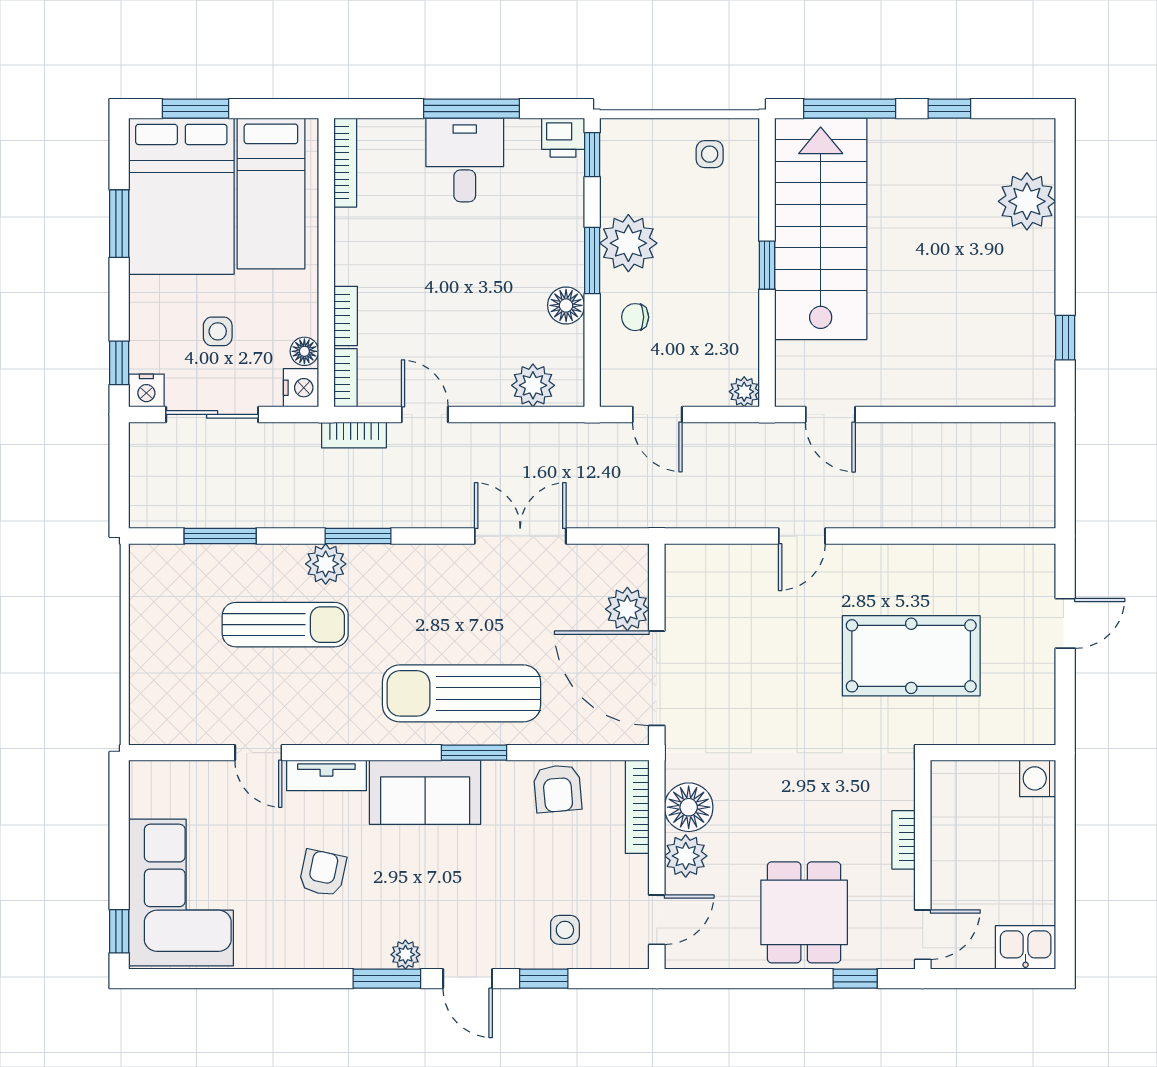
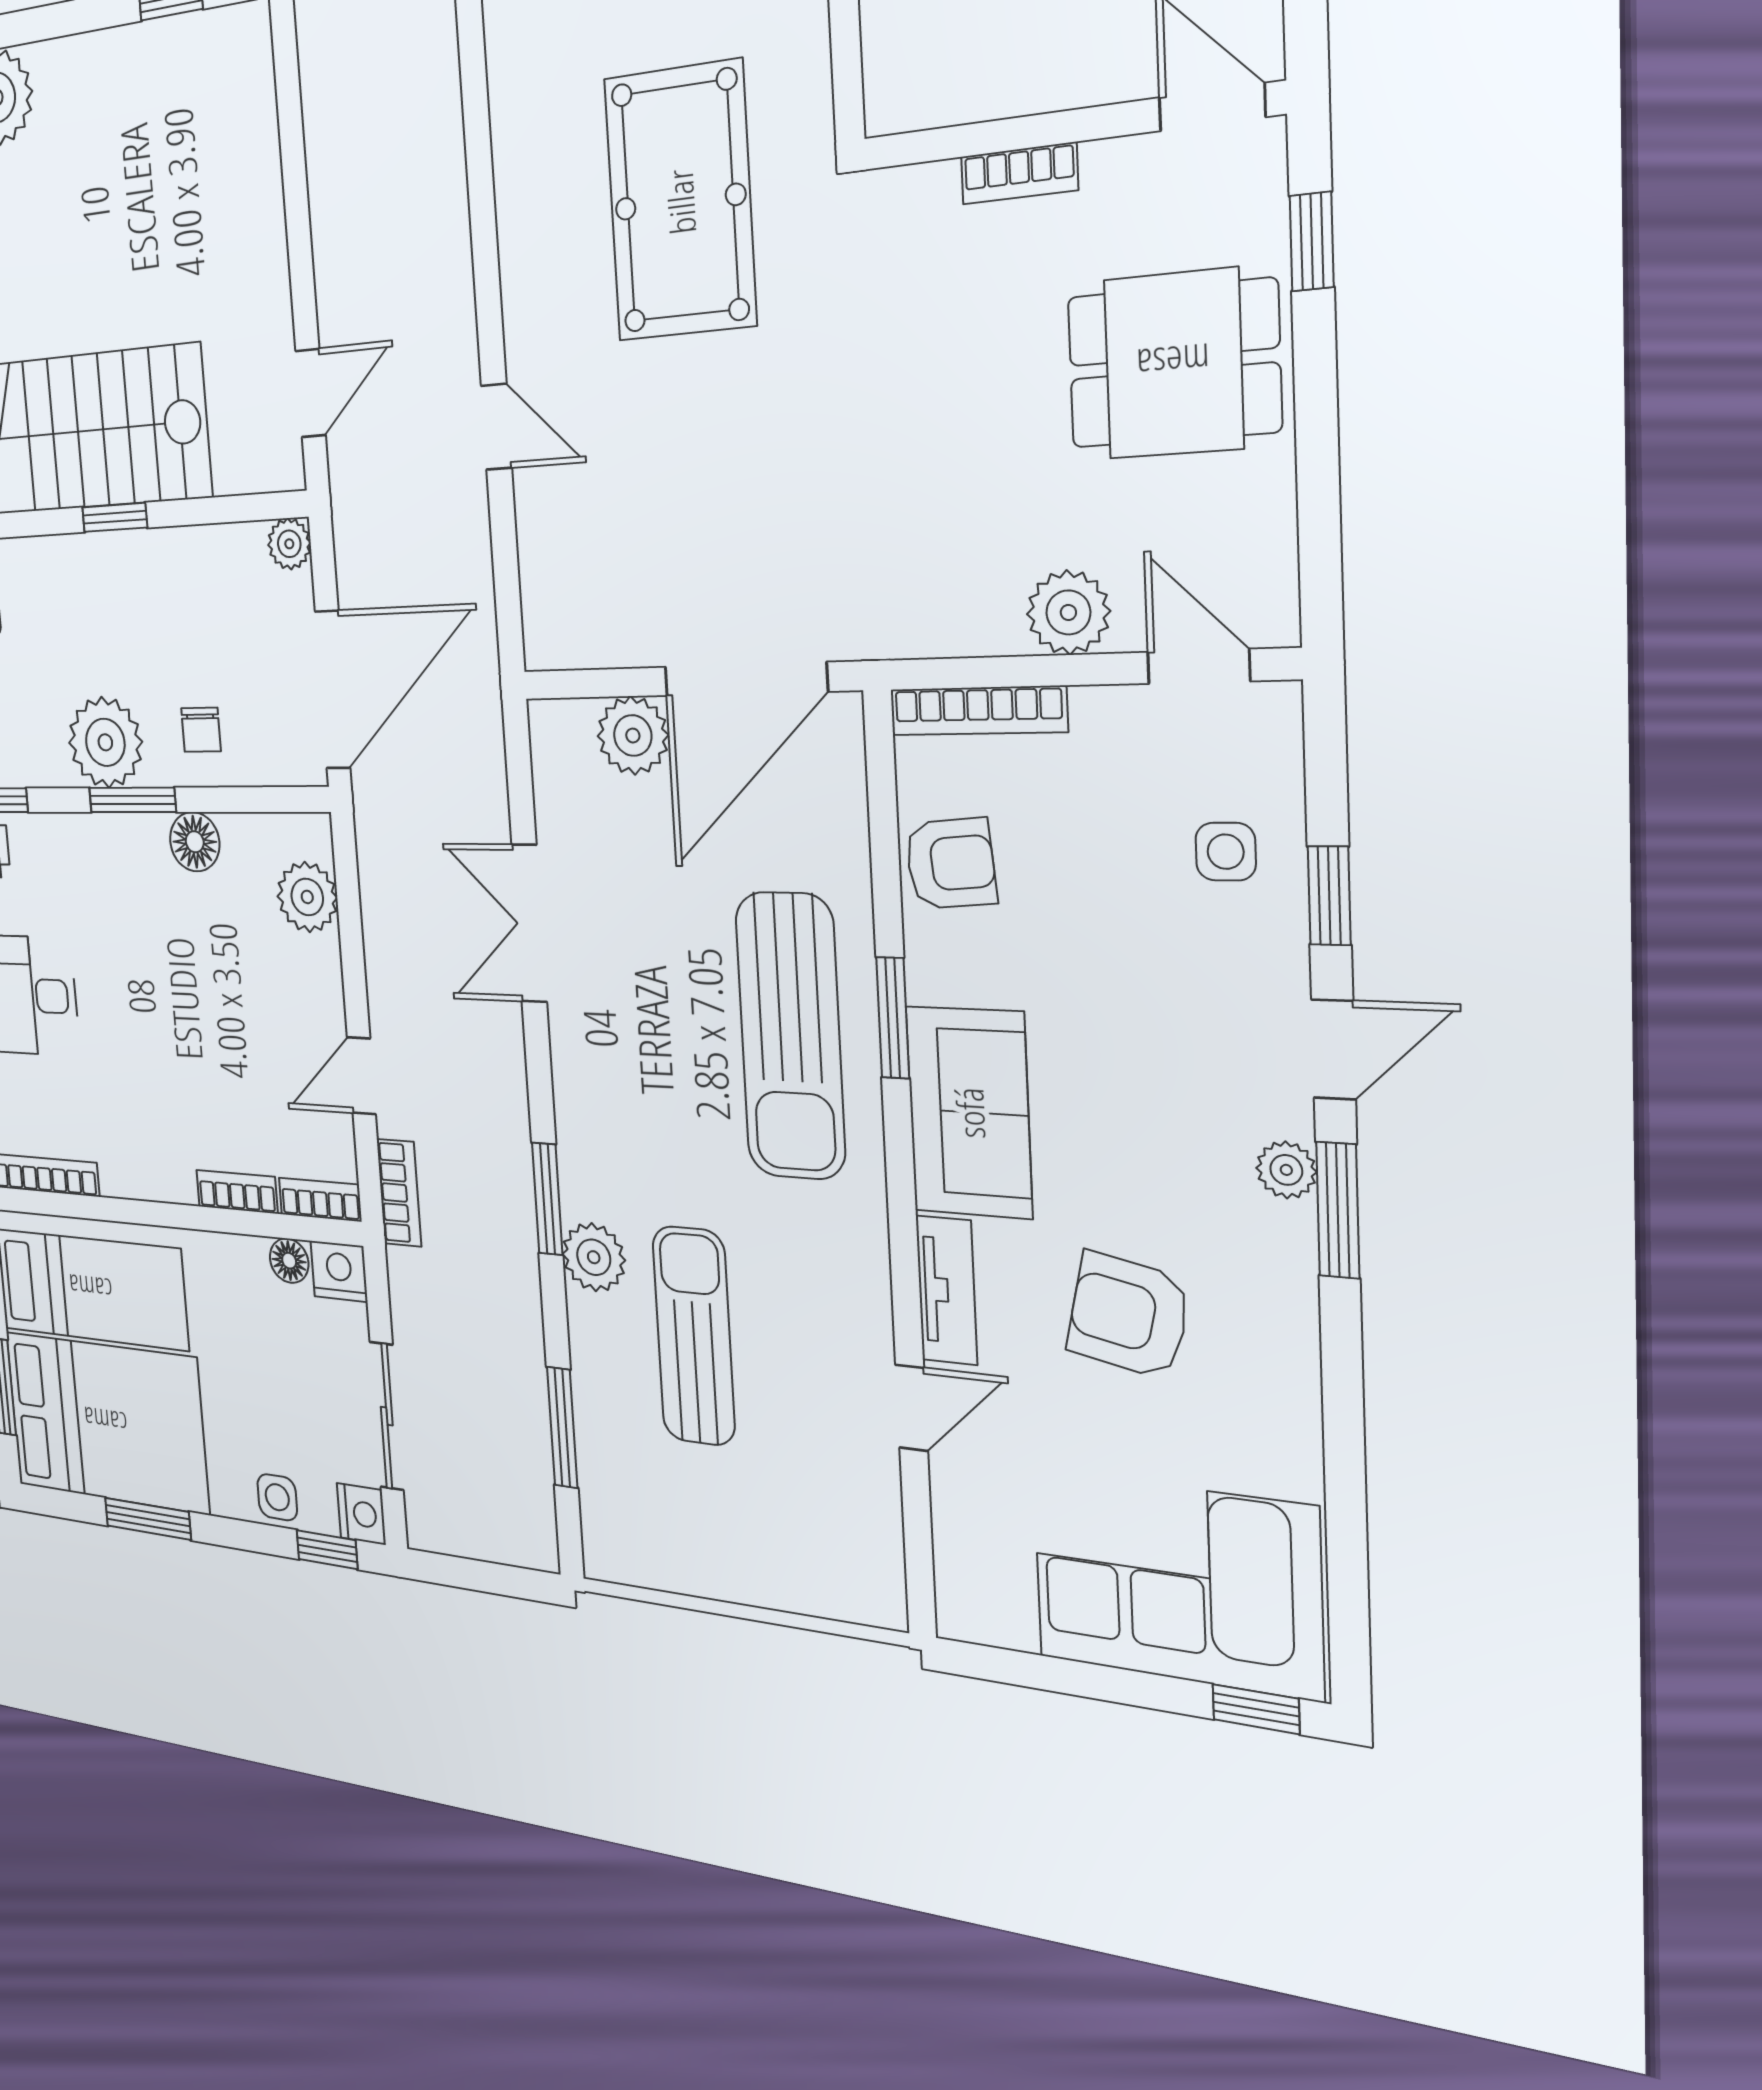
side table: (218, 331) -> (277, 1497), moved
door: (657, 414) -> (333, 690), width x1.87
floor lamp: (689, 807) -> (974, 610), removed
armchair: (322, 873) -> (1128, 1316), width x1.38, depth x1.38

